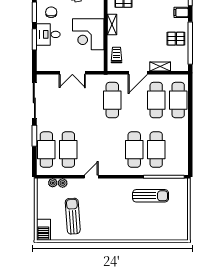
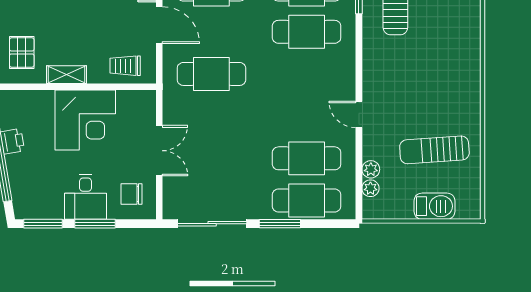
chair: (51, 12) -> (131, 194), moved
barbecue: (43, 230) -> (434, 206), moved

